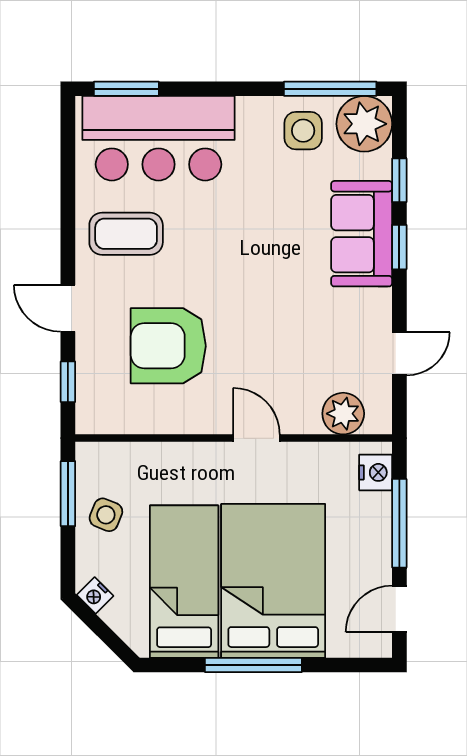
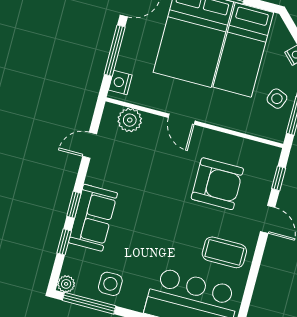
plant: (364, 124) -> (66, 284), width x0.53, depth x0.53

